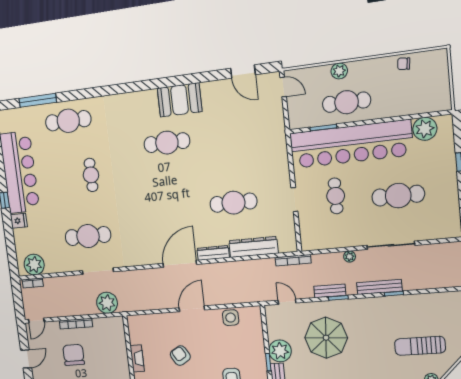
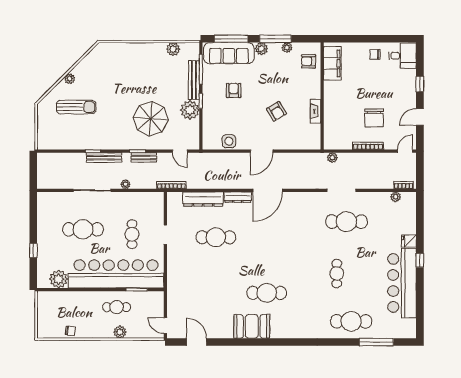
cafe table: (347, 102) -> (117, 307), width x0.73, depth x0.74
plant: (34, 265) -> (396, 197), width x0.53, depth x0.53
plant: (107, 303) -> (332, 158), width x0.53, depth x0.53

